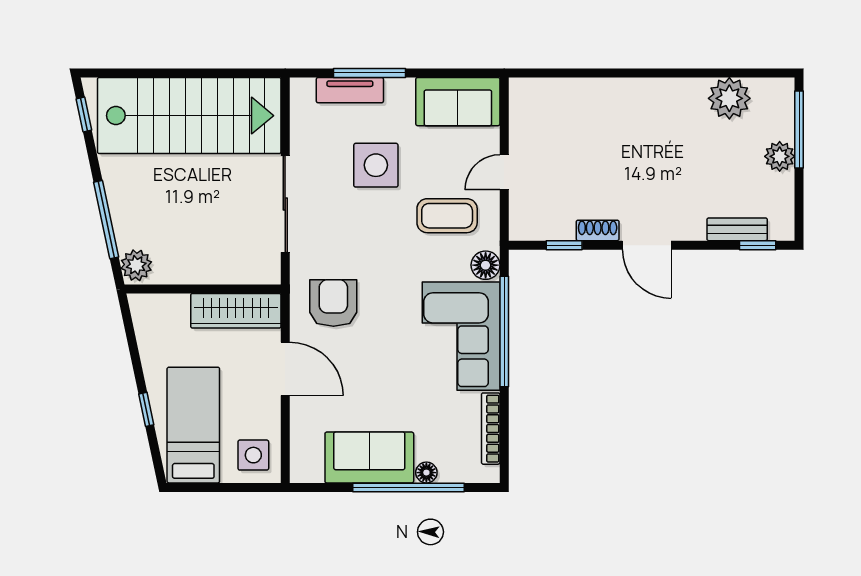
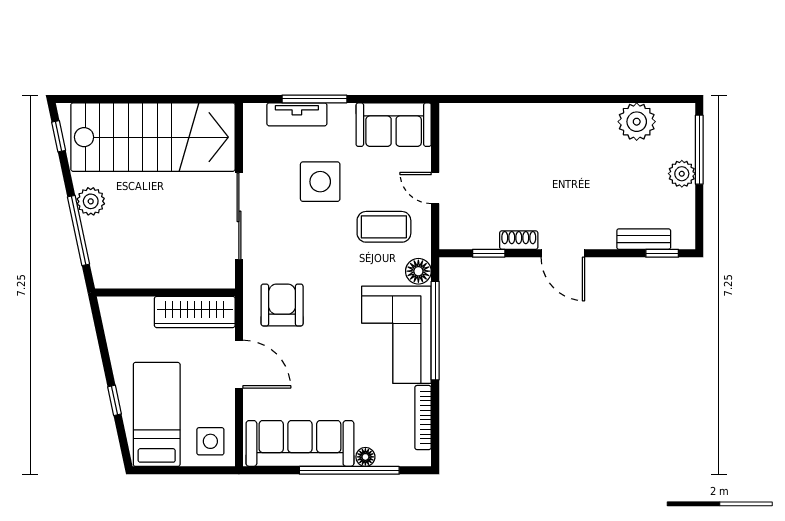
door: (504, 172) -> (435, 188), hinge flipped
plant: (136, 265) -> (91, 201), moved
sofa: (369, 458) -> (300, 443), width x1.36

